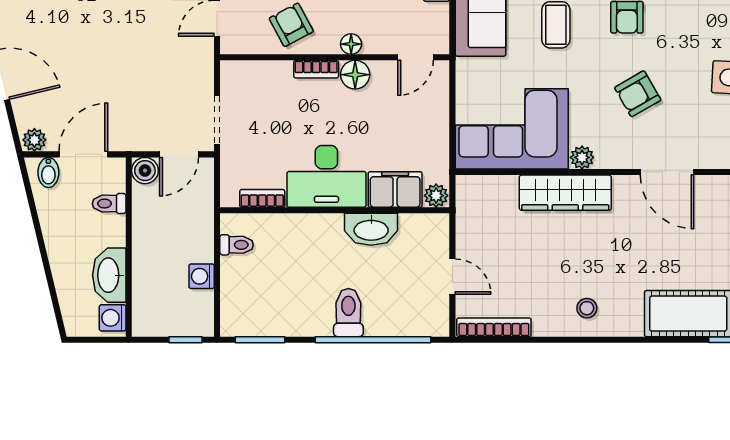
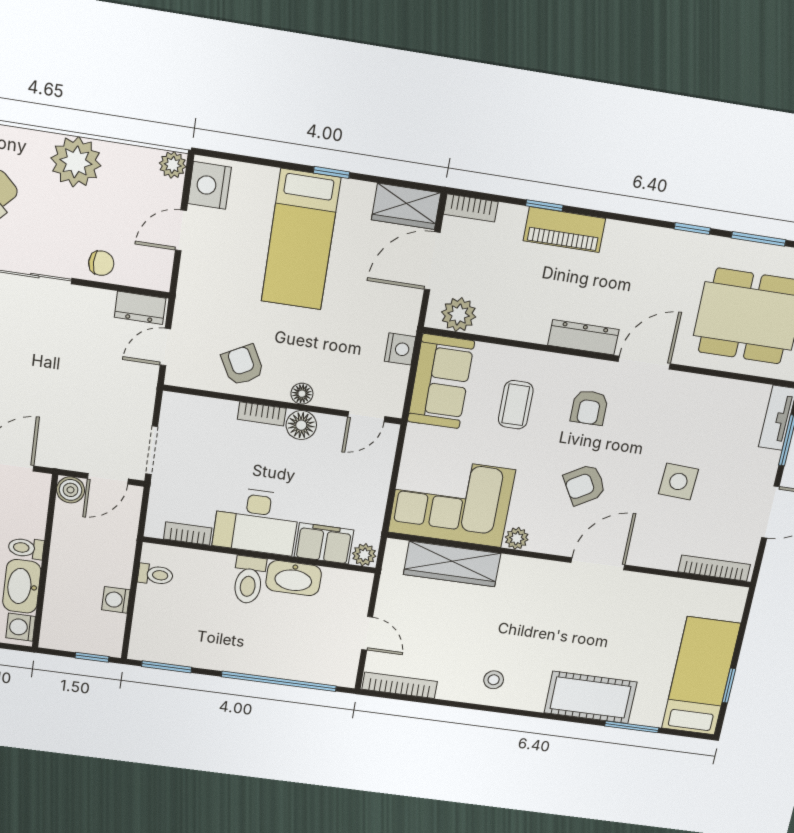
door: (667, 172) -> (598, 564), swing flipped
wardrobe: (565, 193) -> (452, 564), moved
toilet: (109, 204) -> (26, 548), moved
toilet: (348, 313) -> (249, 580), moved, turned 180

